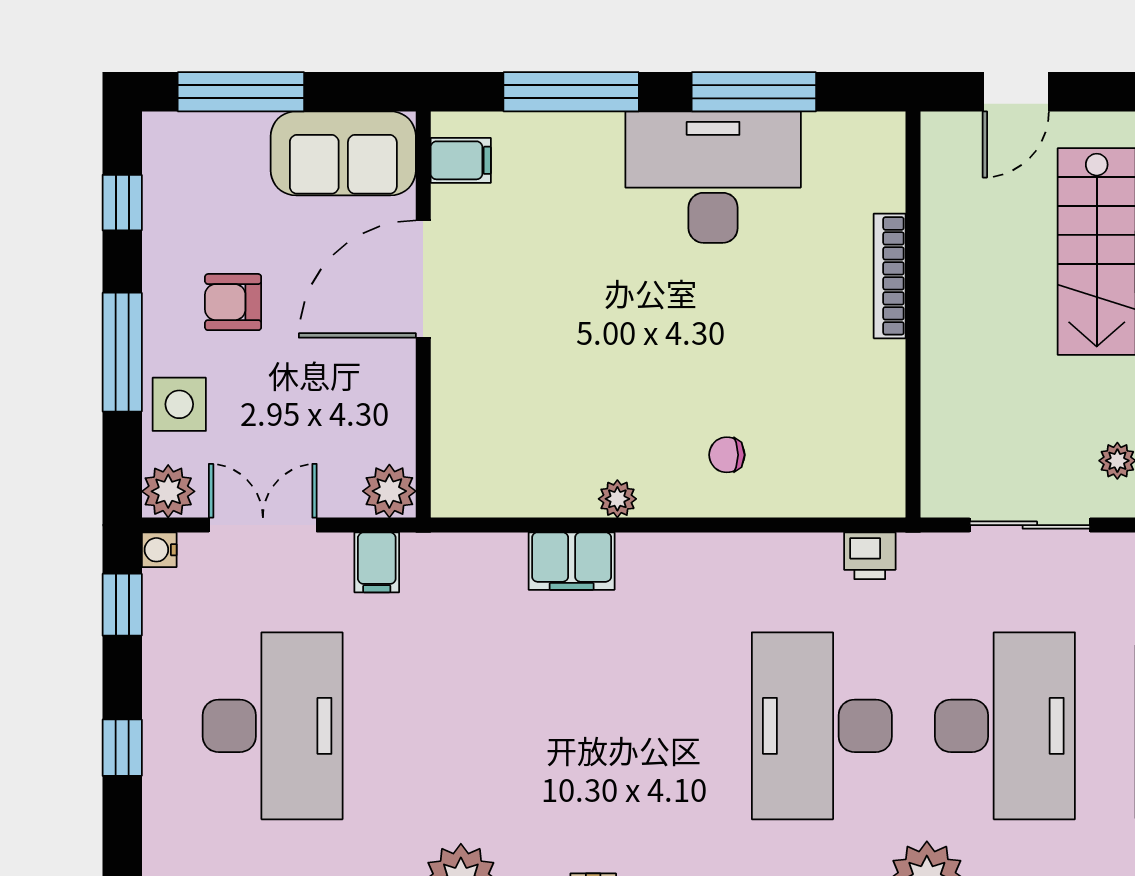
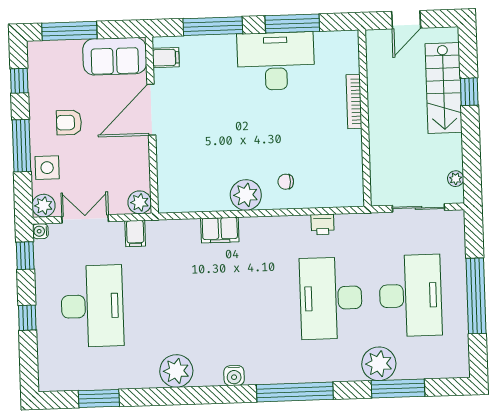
plant: (617, 499) -> (246, 195), width x1.88, depth x1.88
printer: (870, 556) -> (323, 224), moved

